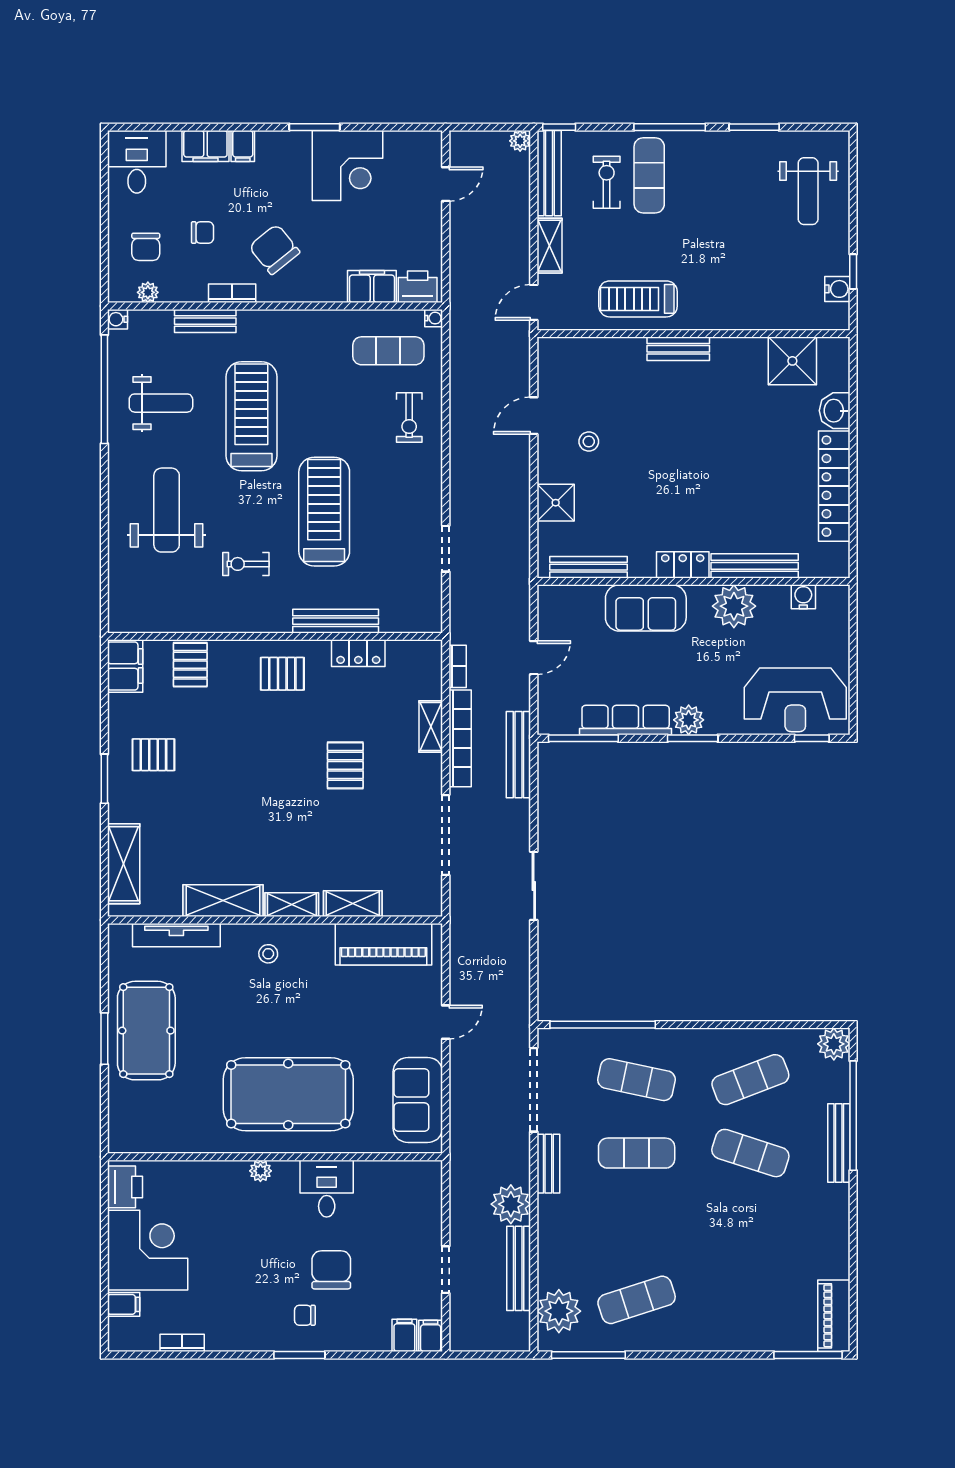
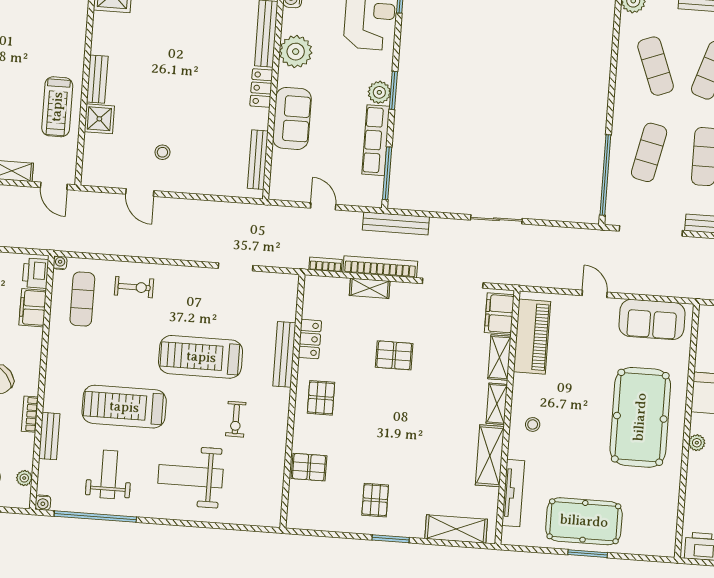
shower: (556, 503) -> (99, 119), moved
filing cabinet: (125, 666) -> (499, 314), moved, turned -90

